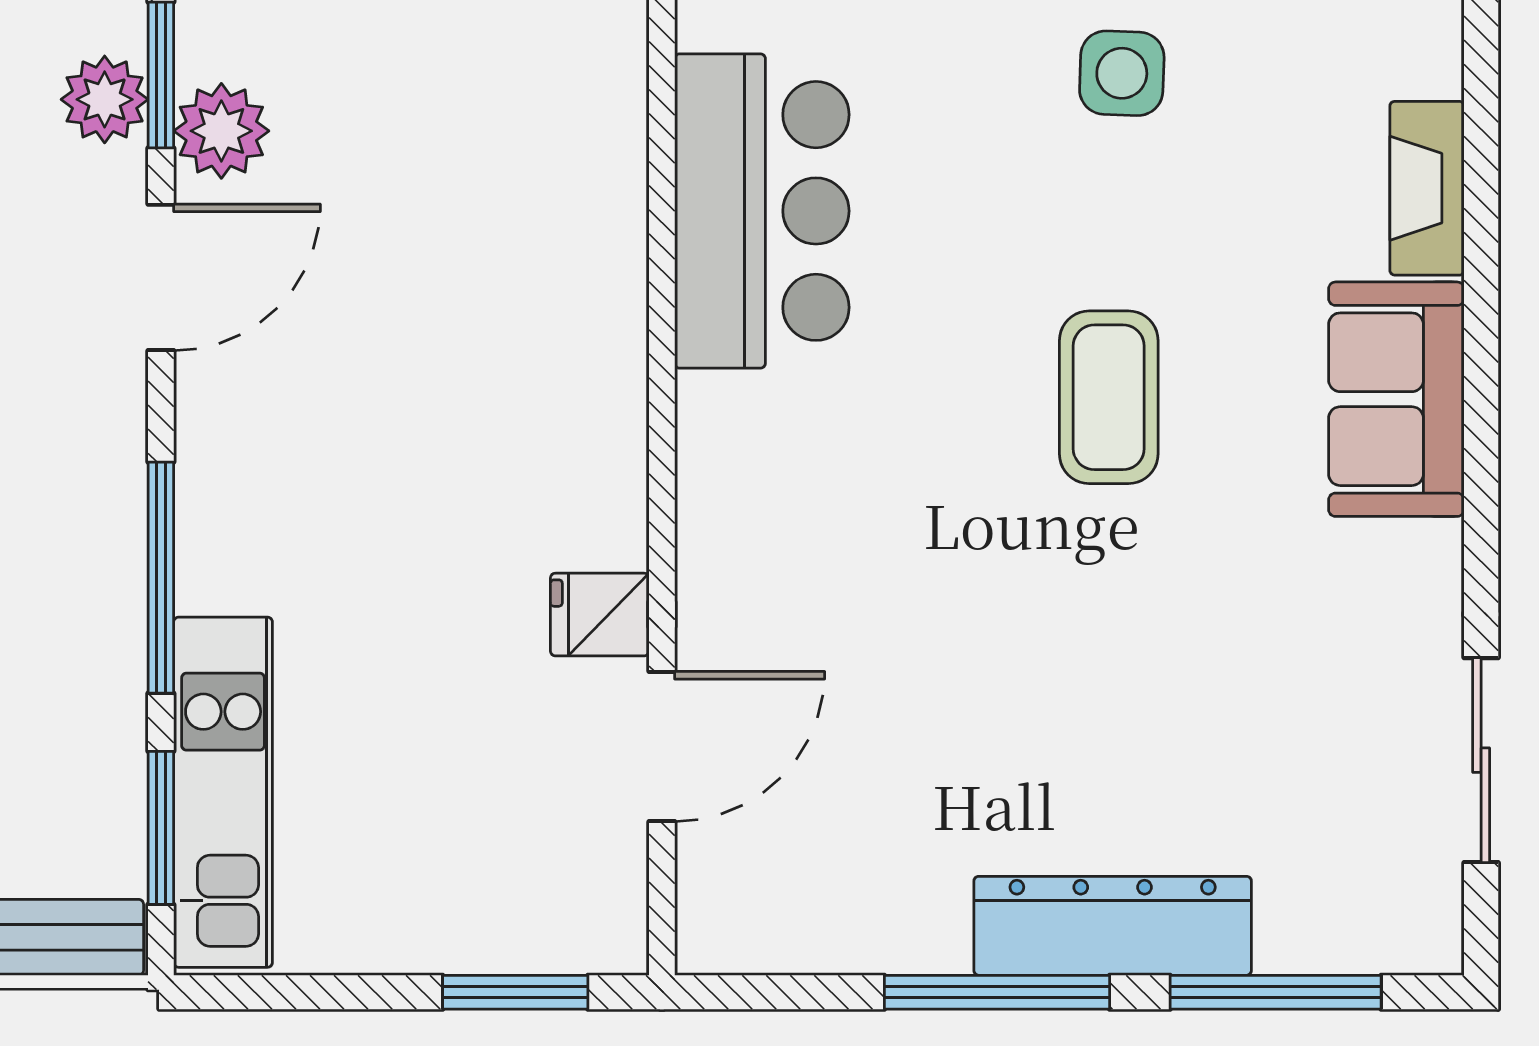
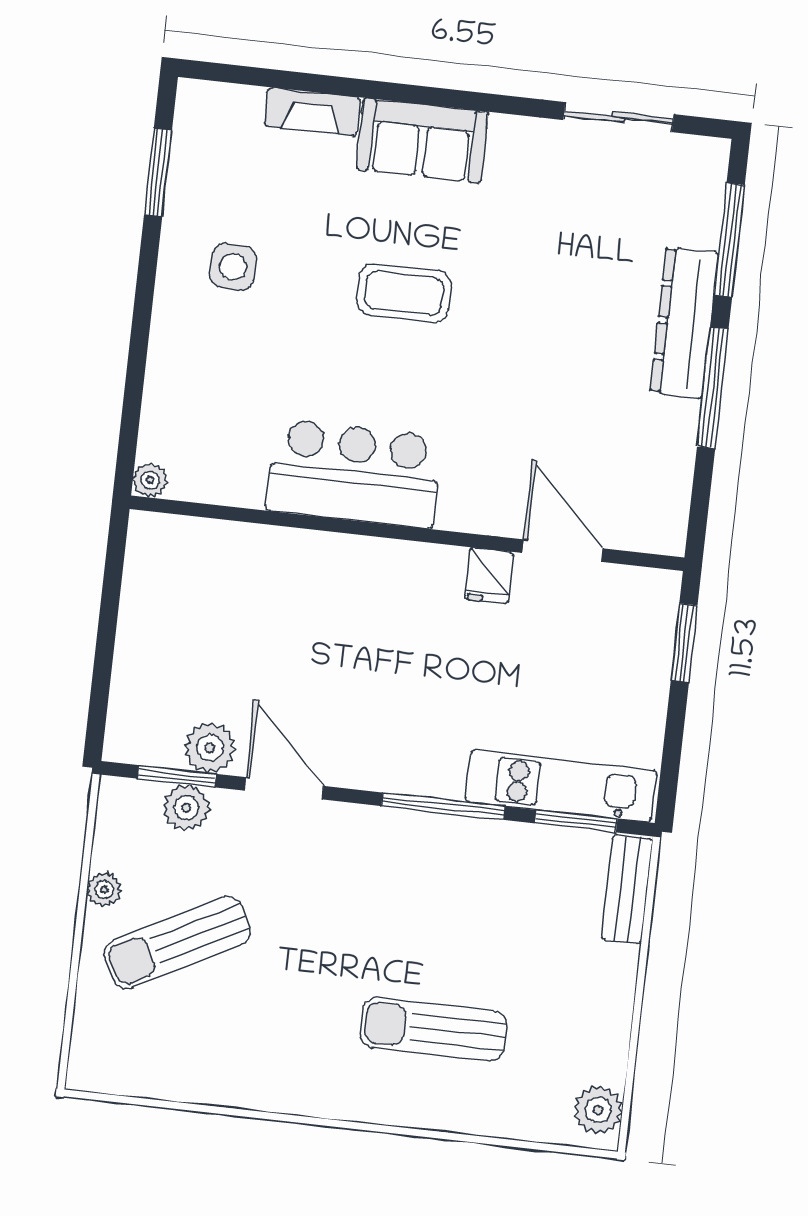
bar counter: (762, 211) -> (354, 474), moved

